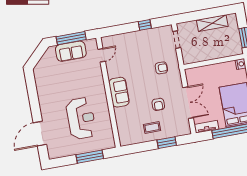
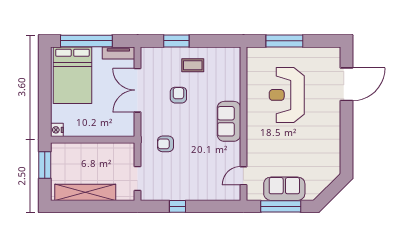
shelving: (212, 23) -> (85, 192), width x1.47

